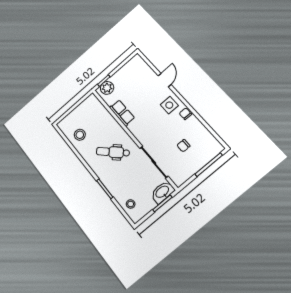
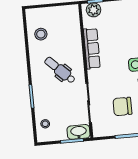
row of seats: (122, 113) -> (92, 49), width x1.48
chair: (183, 146) -> (122, 106), width x1.87, depth x1.87

